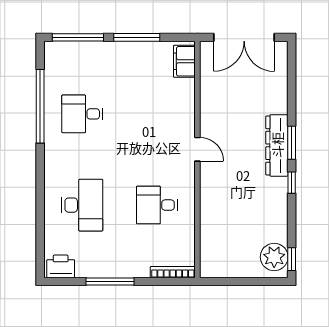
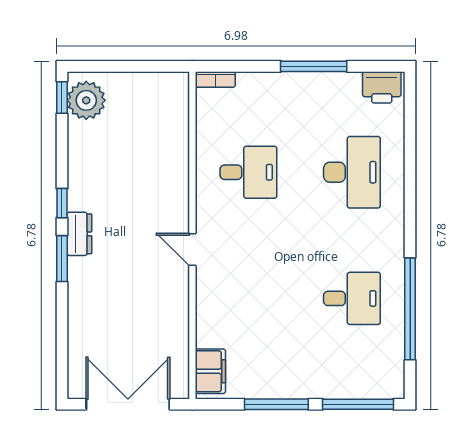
dresser: (277, 145) -> (79, 234), width x0.51, depth x0.80
desk: (82, 205) -> (352, 172), turned 180
bookcase: (173, 272) -> (215, 79), width x0.64

